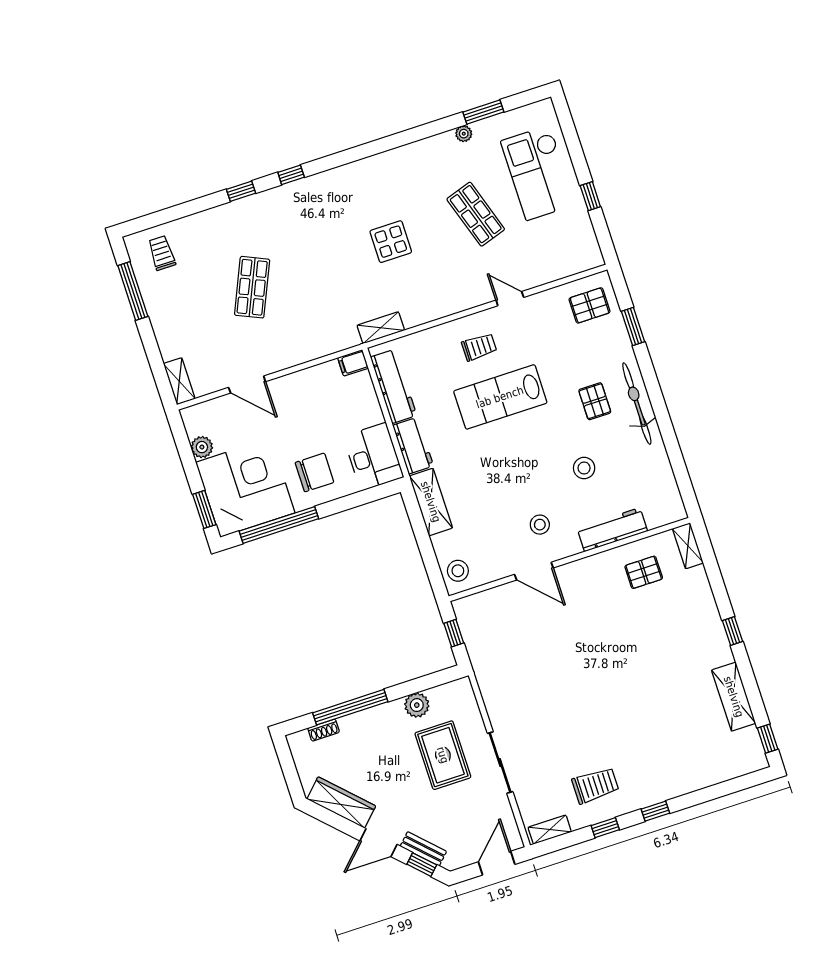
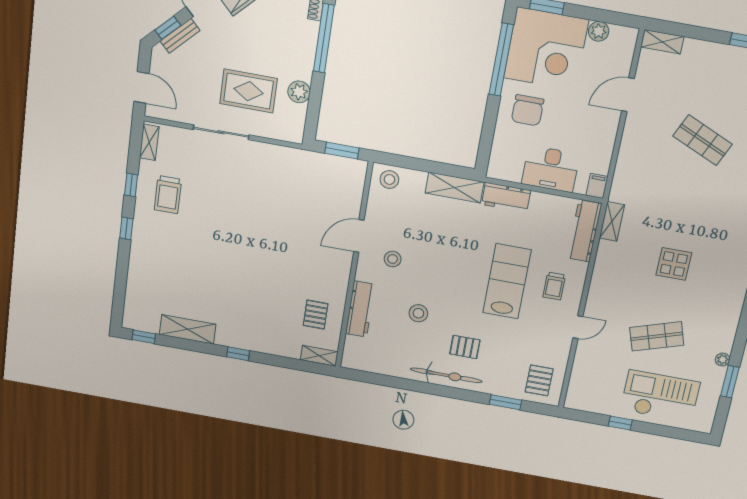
workbench: (394, 386) -> (584, 231), moved, turned 90
desk: (373, 457) -> (551, 169), moved
window: (454, 633) -> (342, 151), width x1.50

